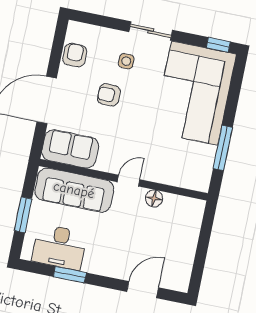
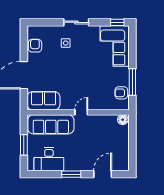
corner sofa: (195, 93) -> (115, 46), width x0.73, depth x0.74
armchair: (109, 95) -> (121, 93), moved
floor lamp: (154, 198) -> (123, 120), moved
window: (70, 275) -> (71, 174), moved

